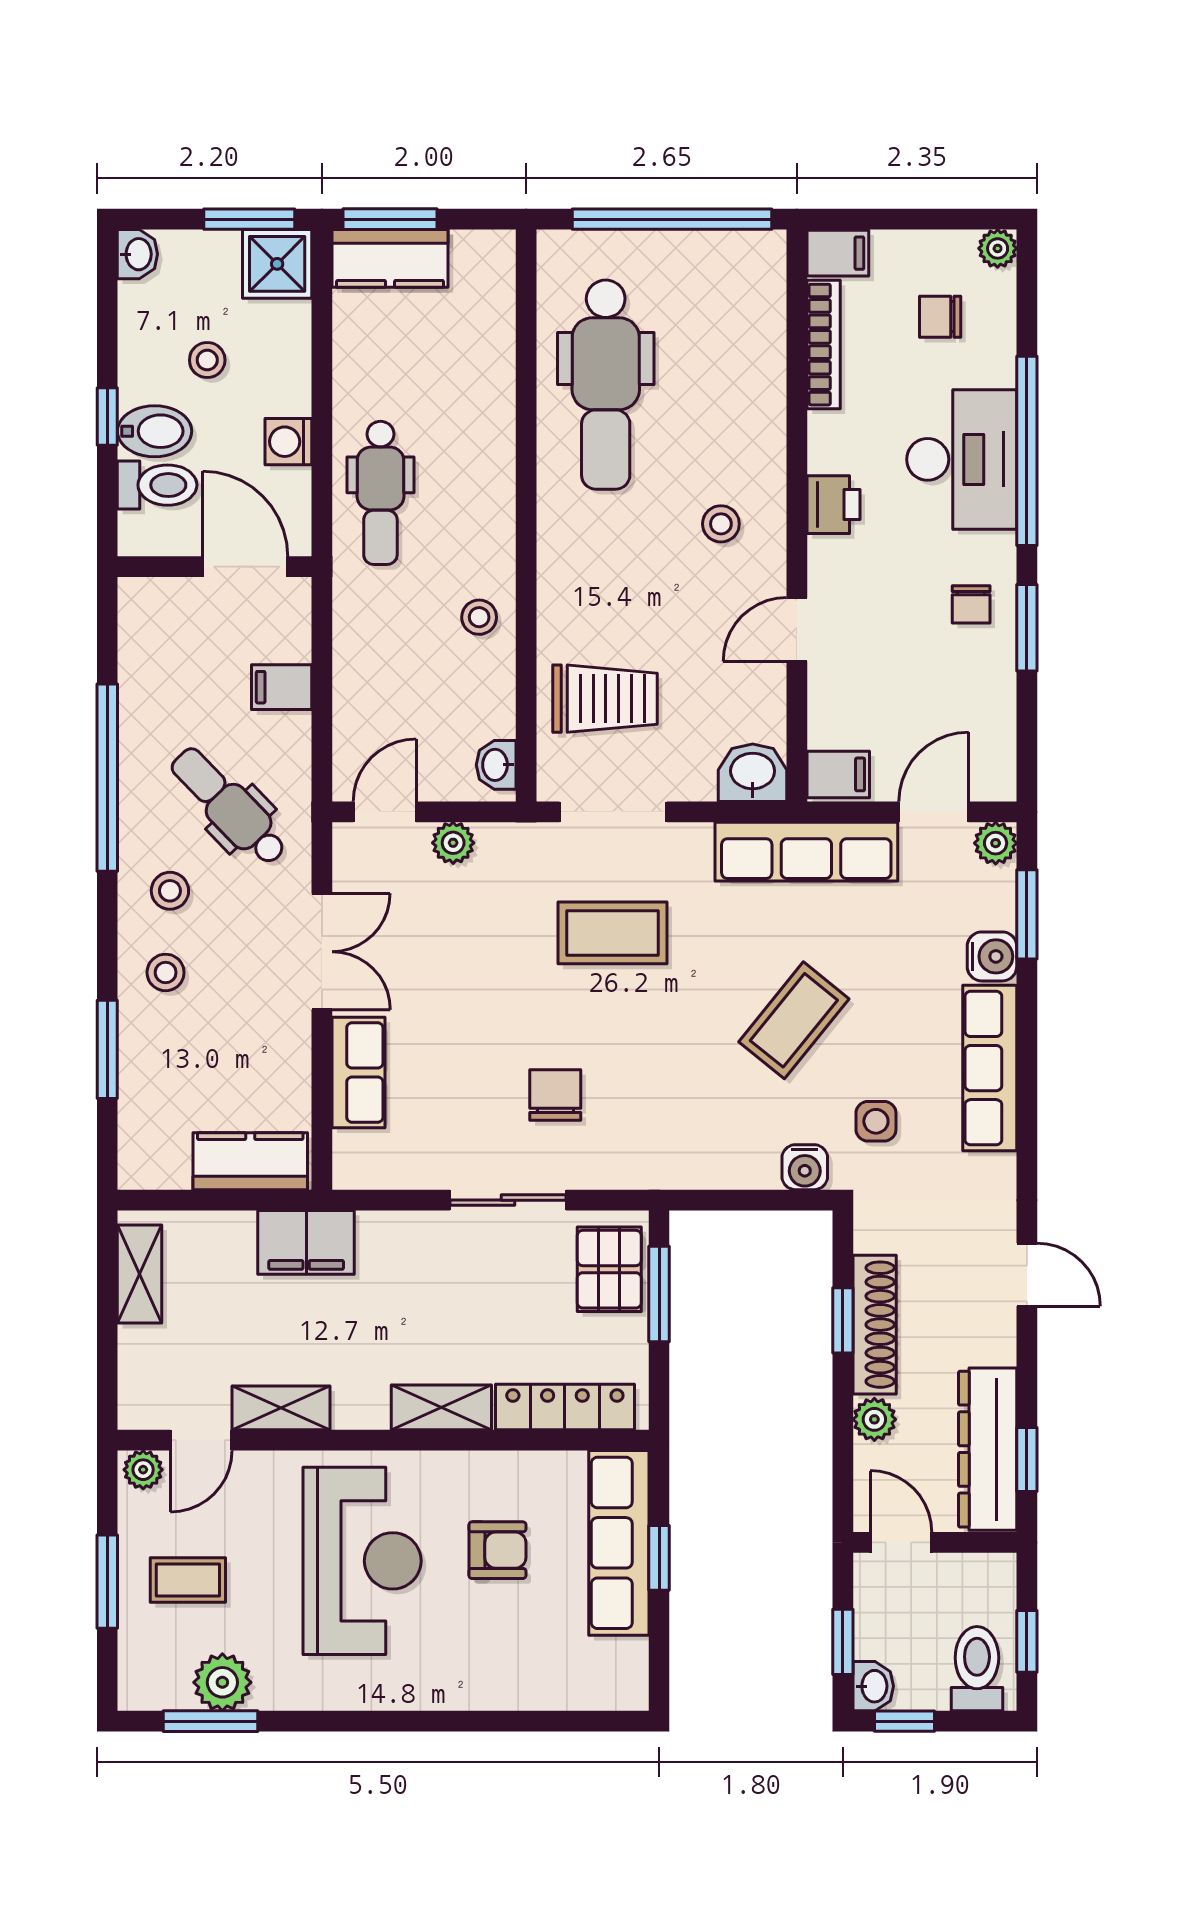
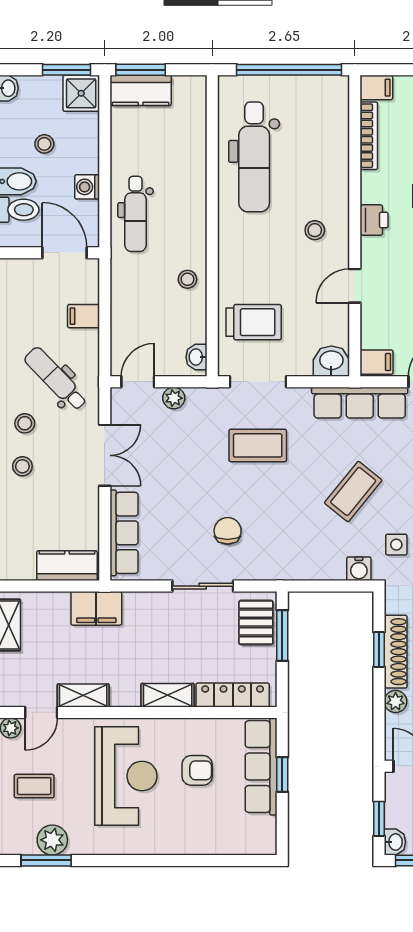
row of seats: (359, 1072) -> (124, 533), width x1.48

